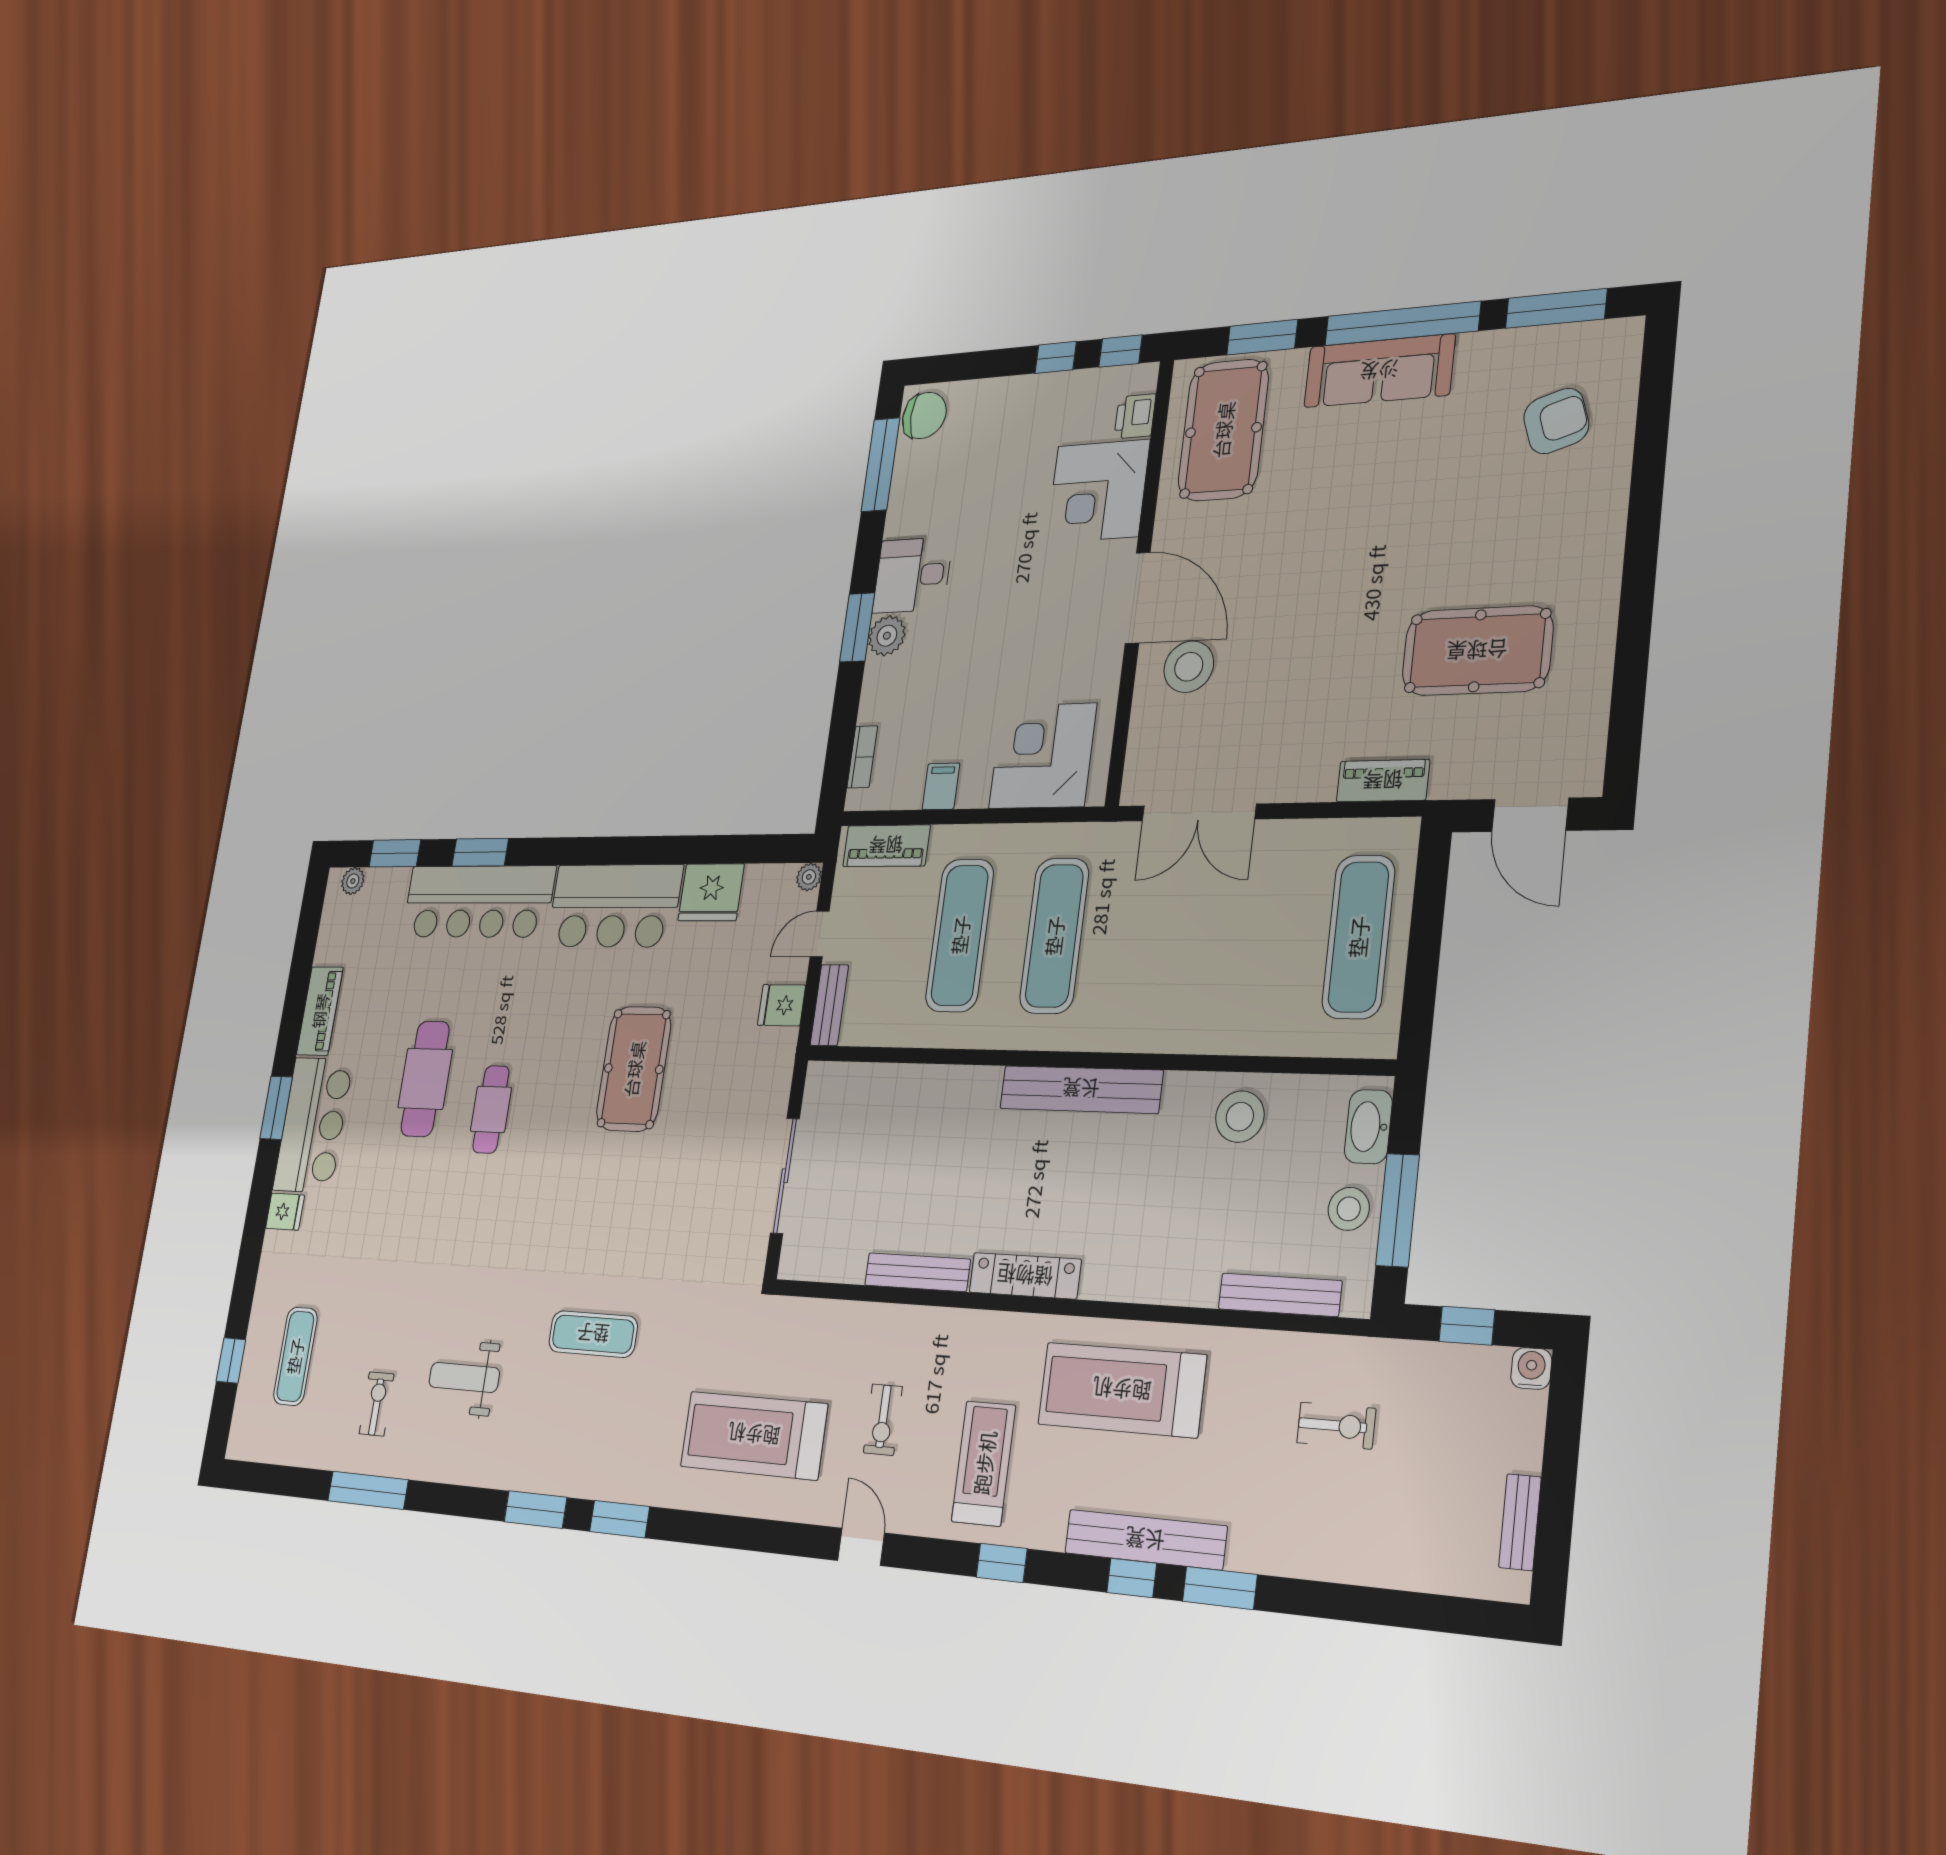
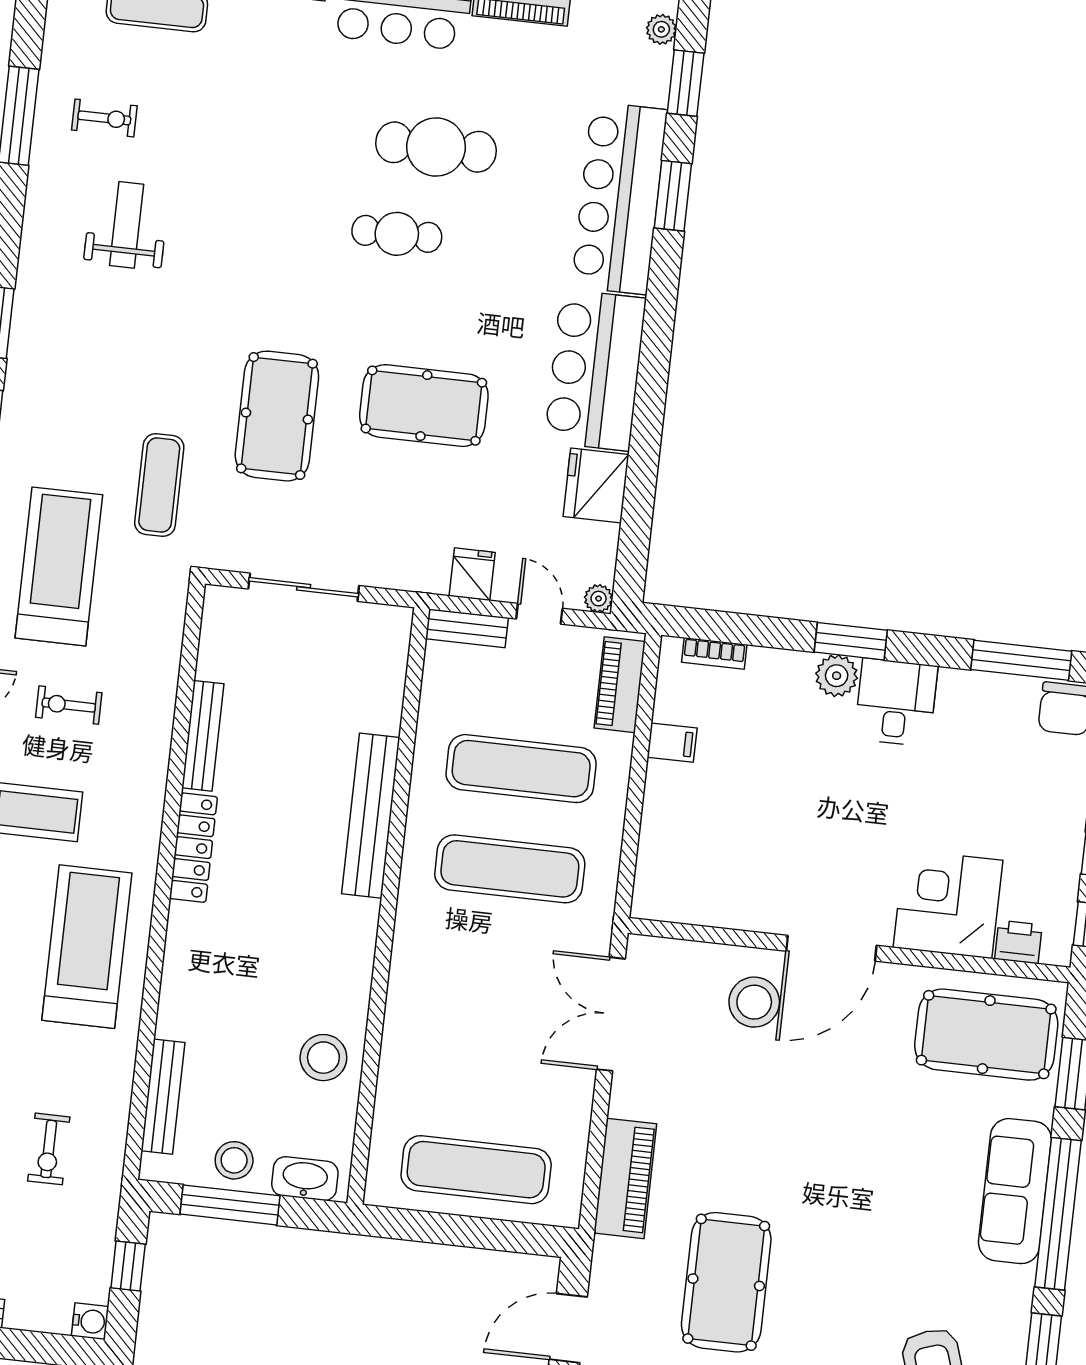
corner desk: (1043, 756) -> (688, 852), removed
piano: (1383, 781) -> (625, 1178), width x1.37, depth x1.33
bench: (1081, 1089) -> (371, 816), moved
pool table: (634, 1215) -> (277, 416), added
exercise mat: (593, 1334) -> (159, 485), moved

